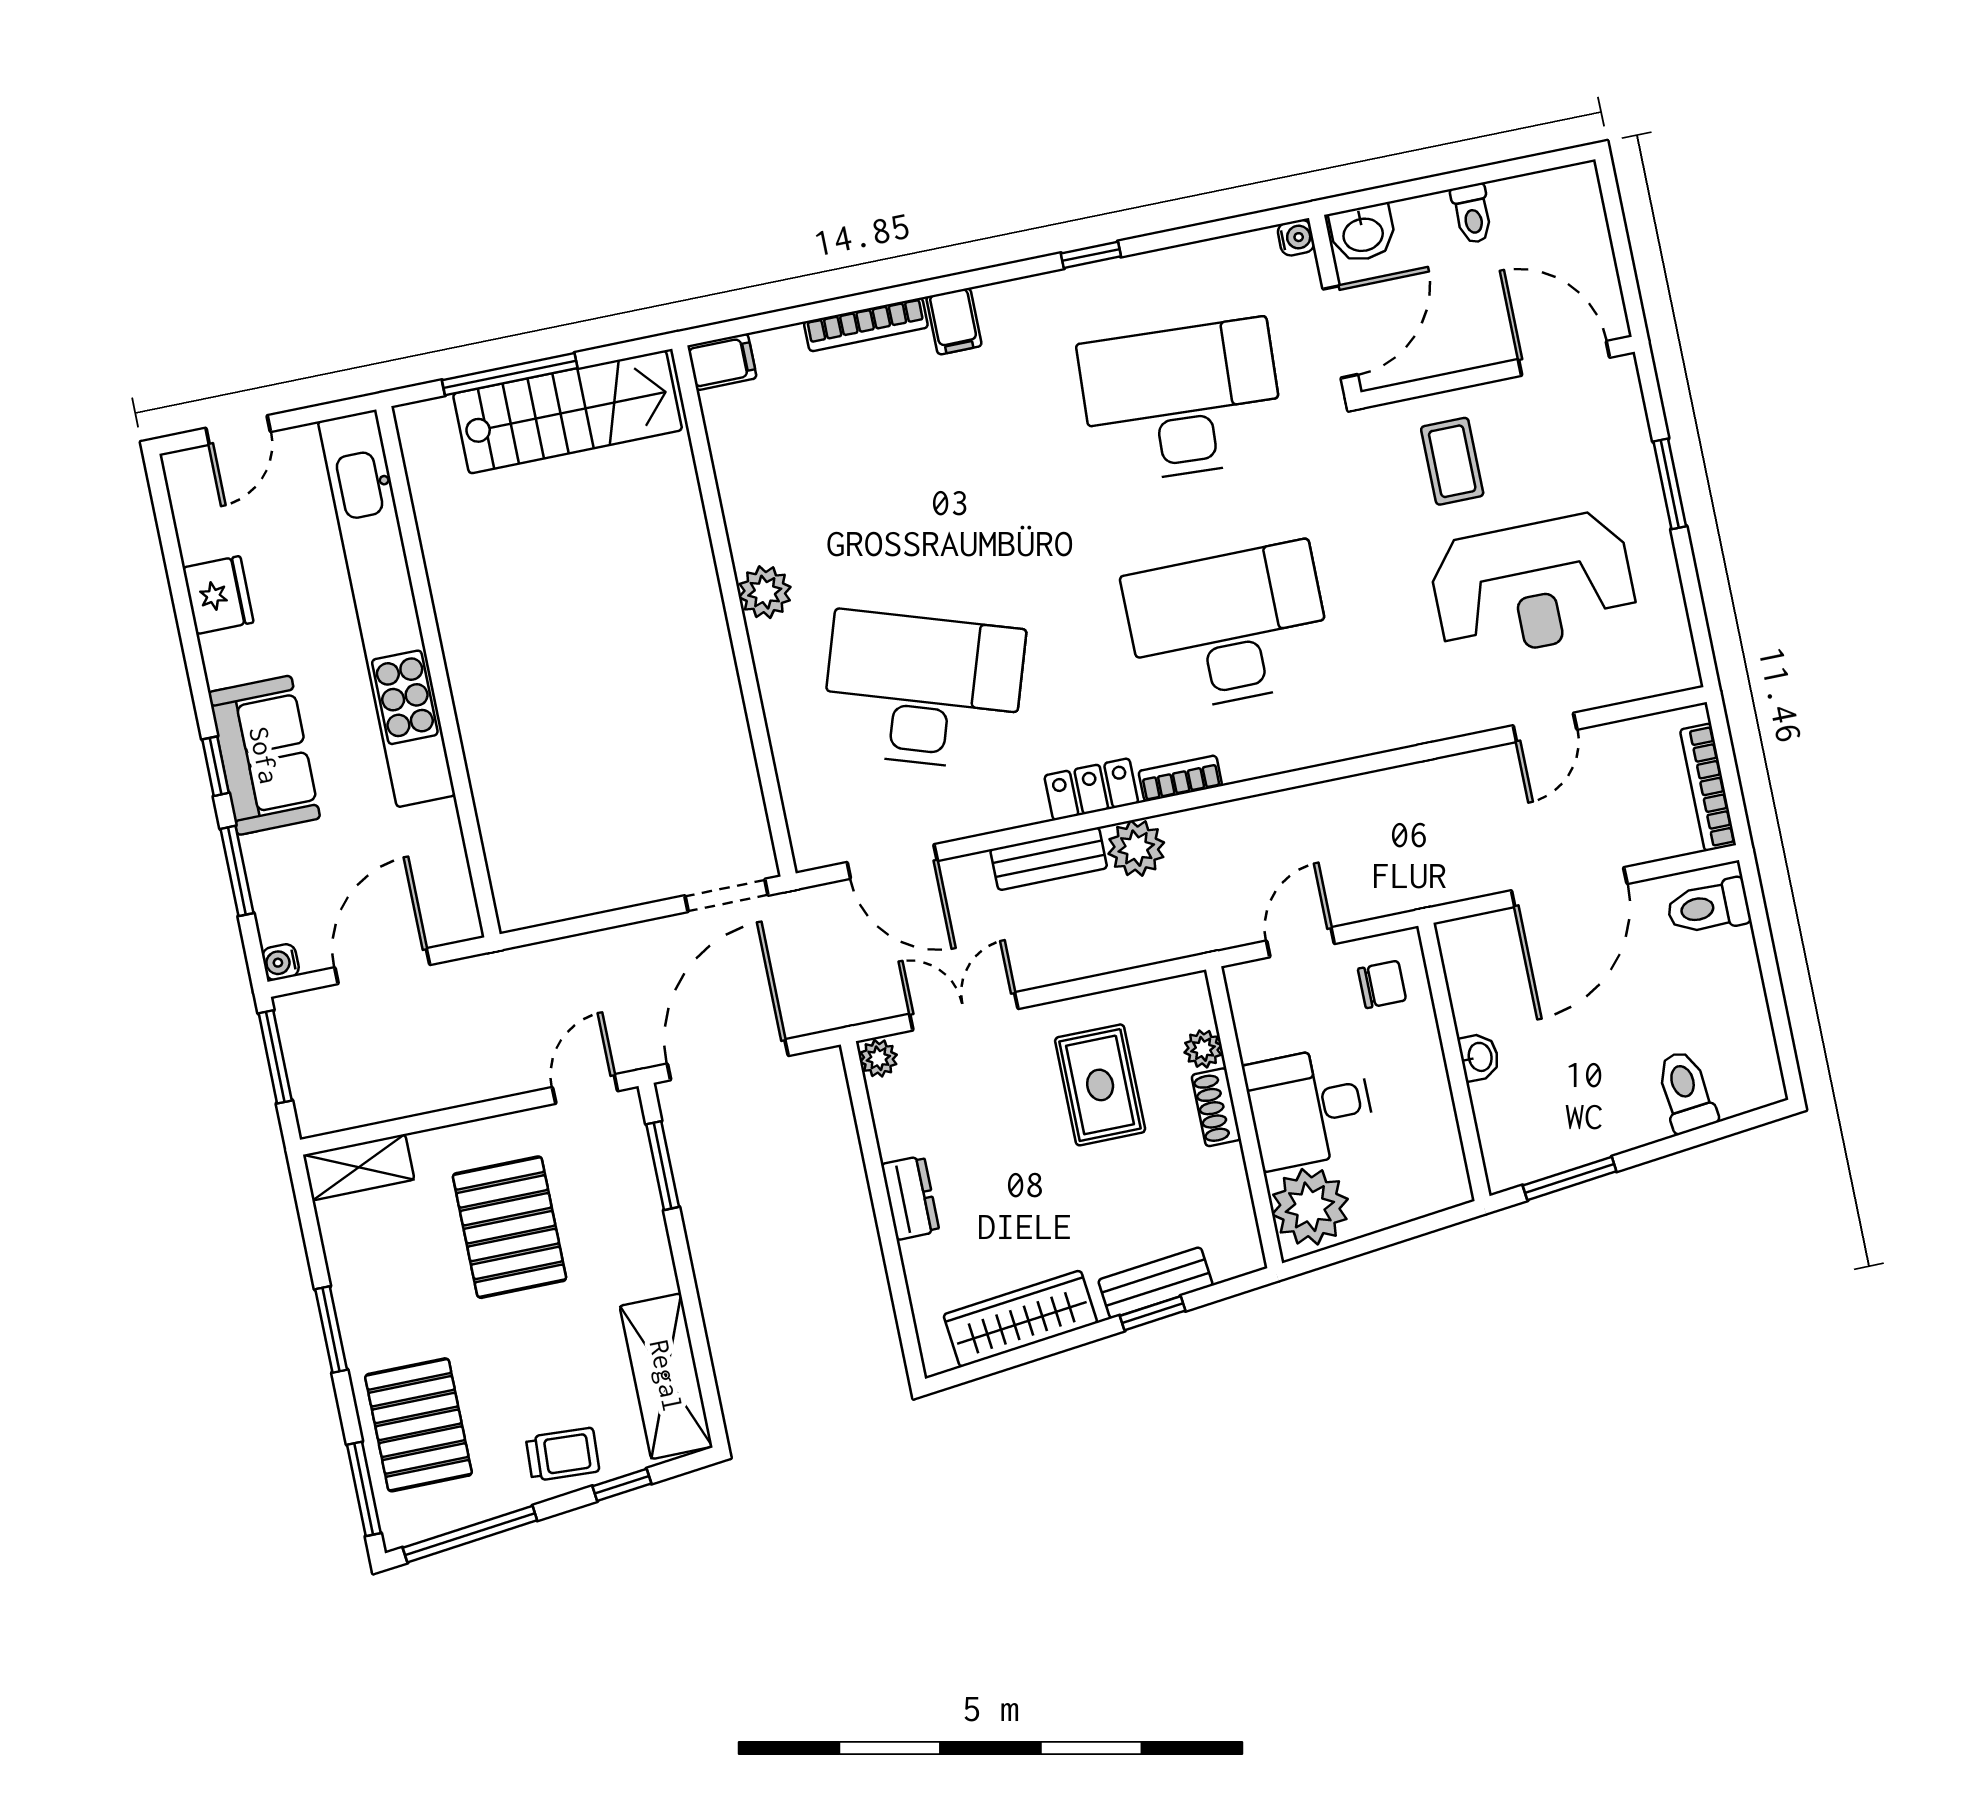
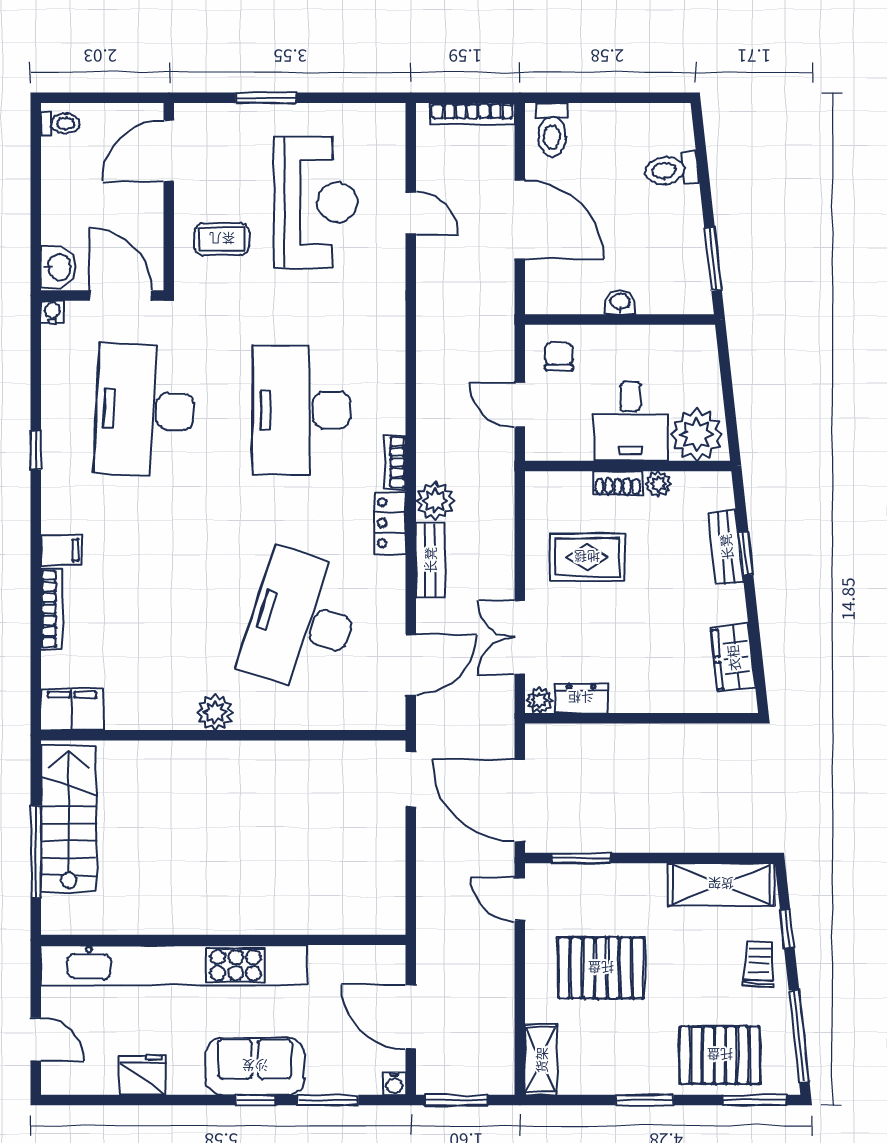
toilet: (1472, 214) -> (60, 124), moved
filing cabinet: (722, 362) -> (72, 709), width x2.00
plant: (1203, 1049) -> (658, 484), moved
dresser: (910, 1198) -> (581, 698), moved
wardrobe: (1020, 1319) -> (733, 658), width x0.67

